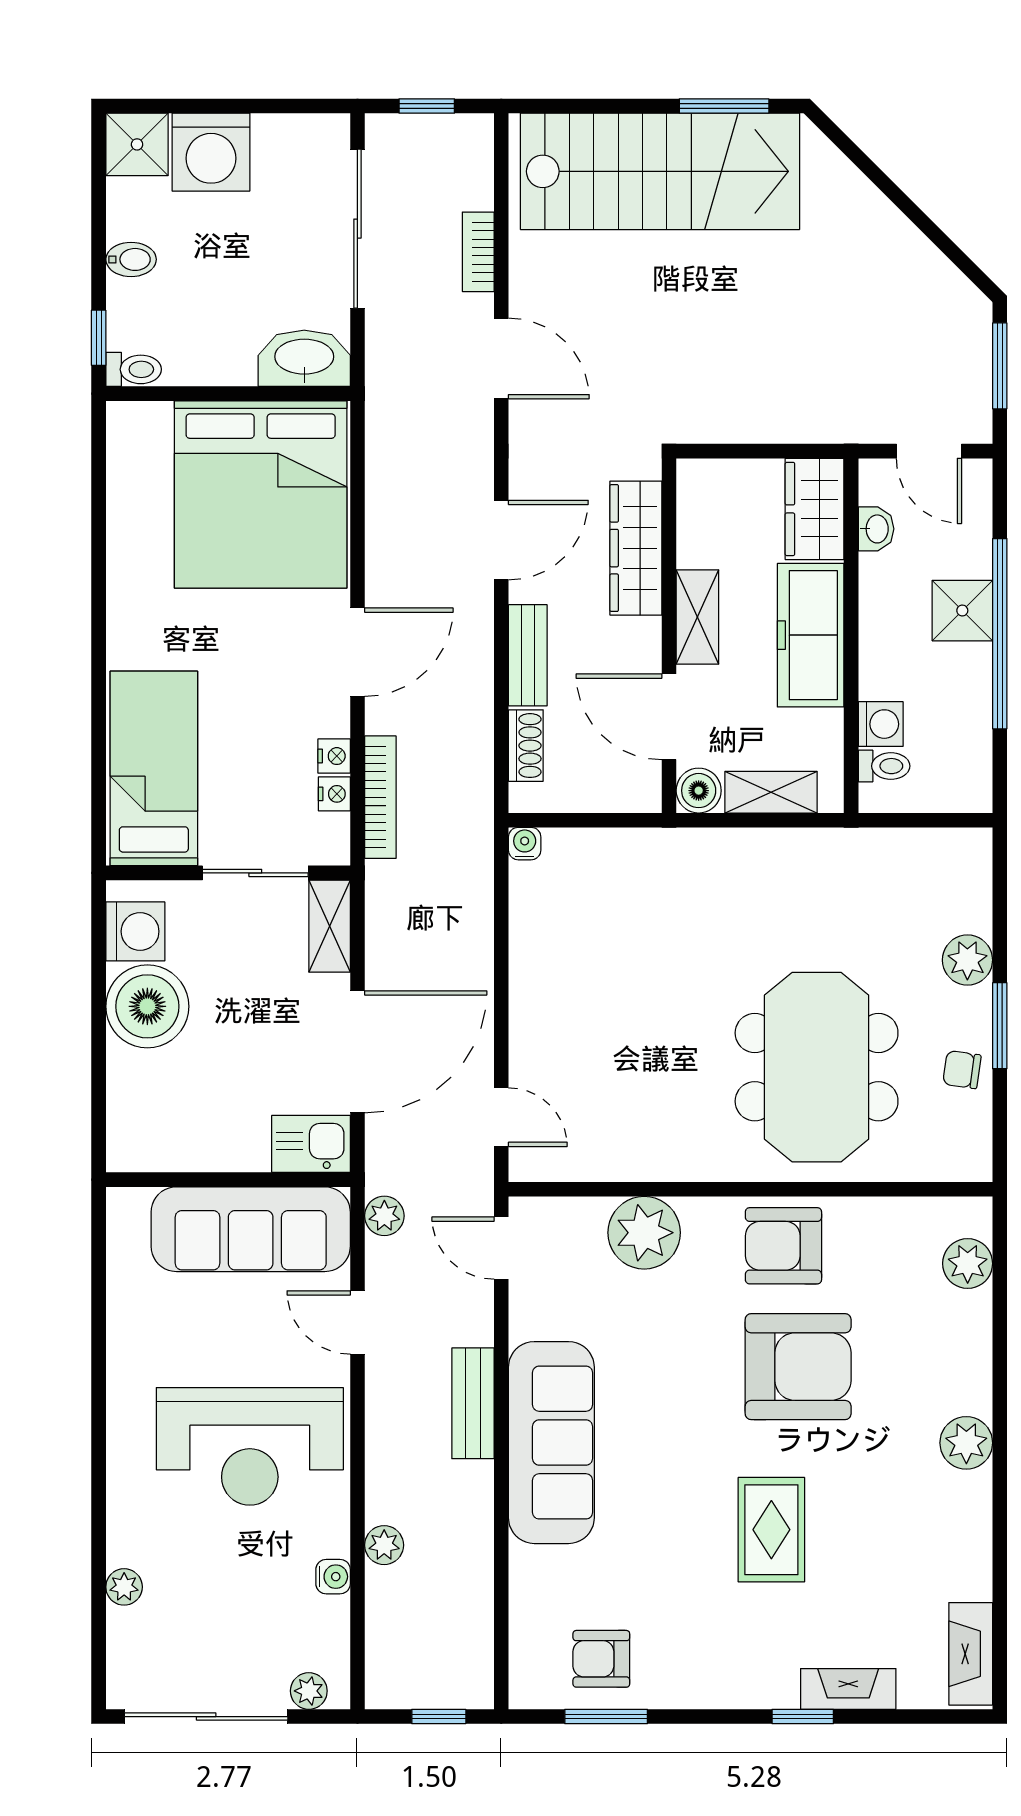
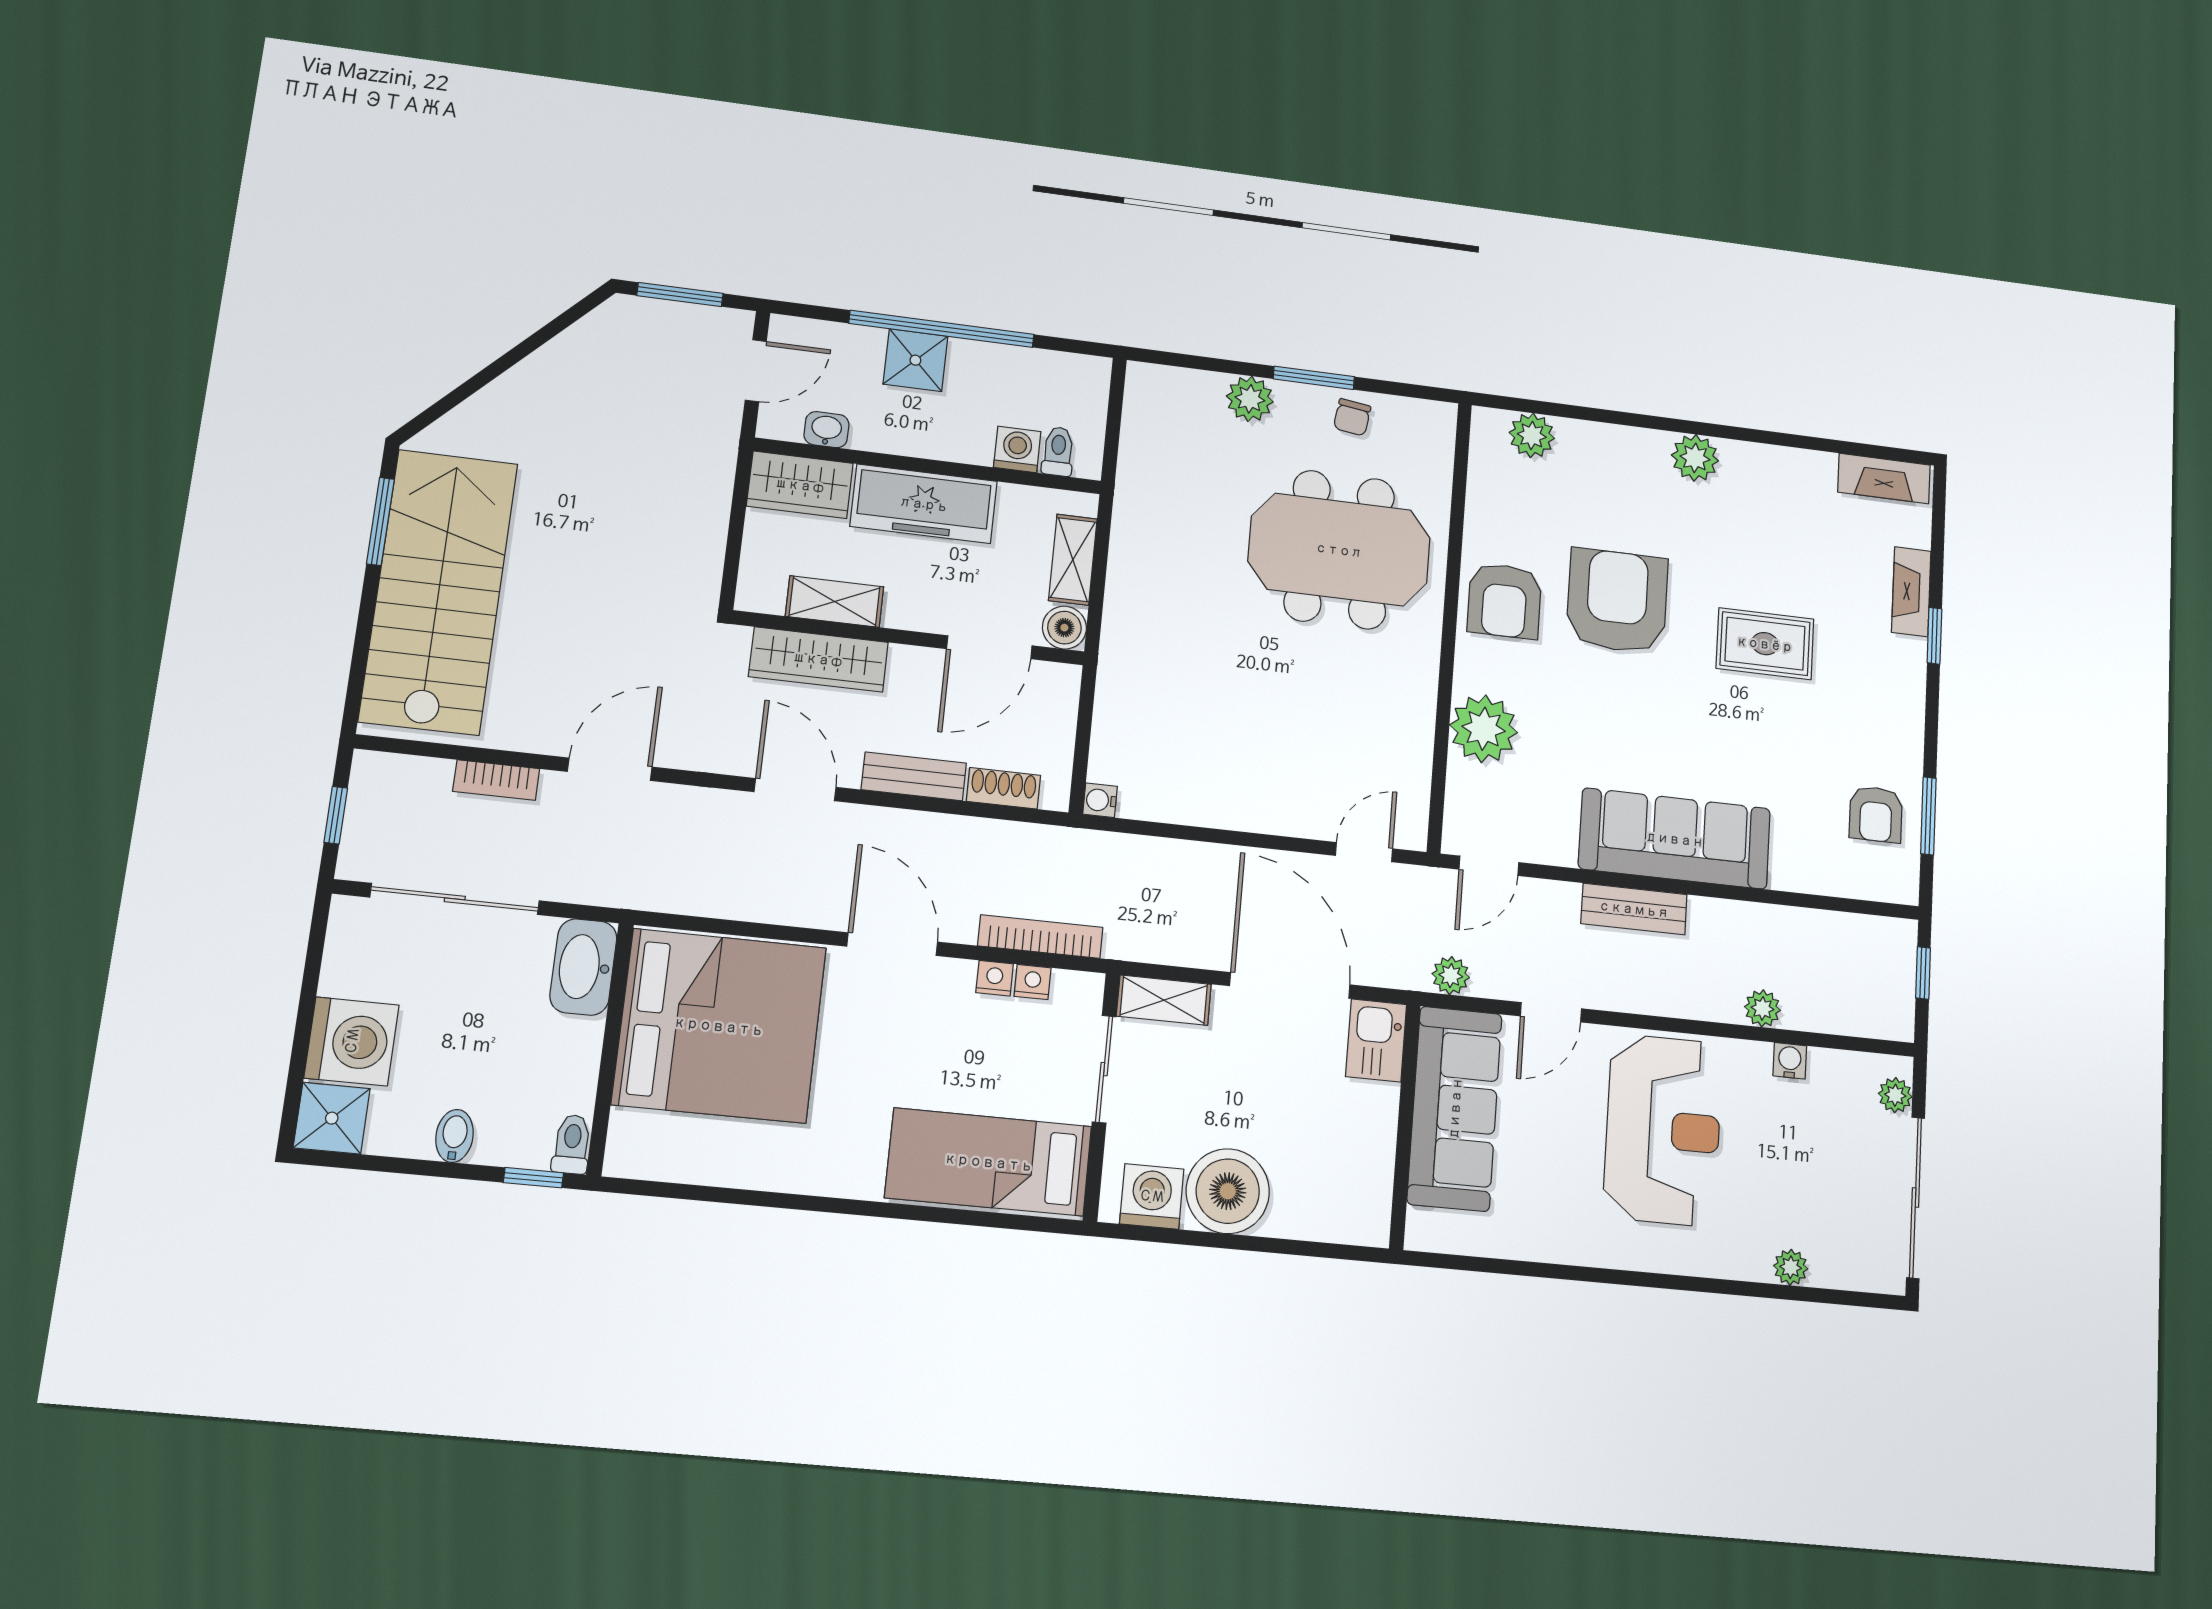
shelving: (697, 617) -> (835, 602), moved

